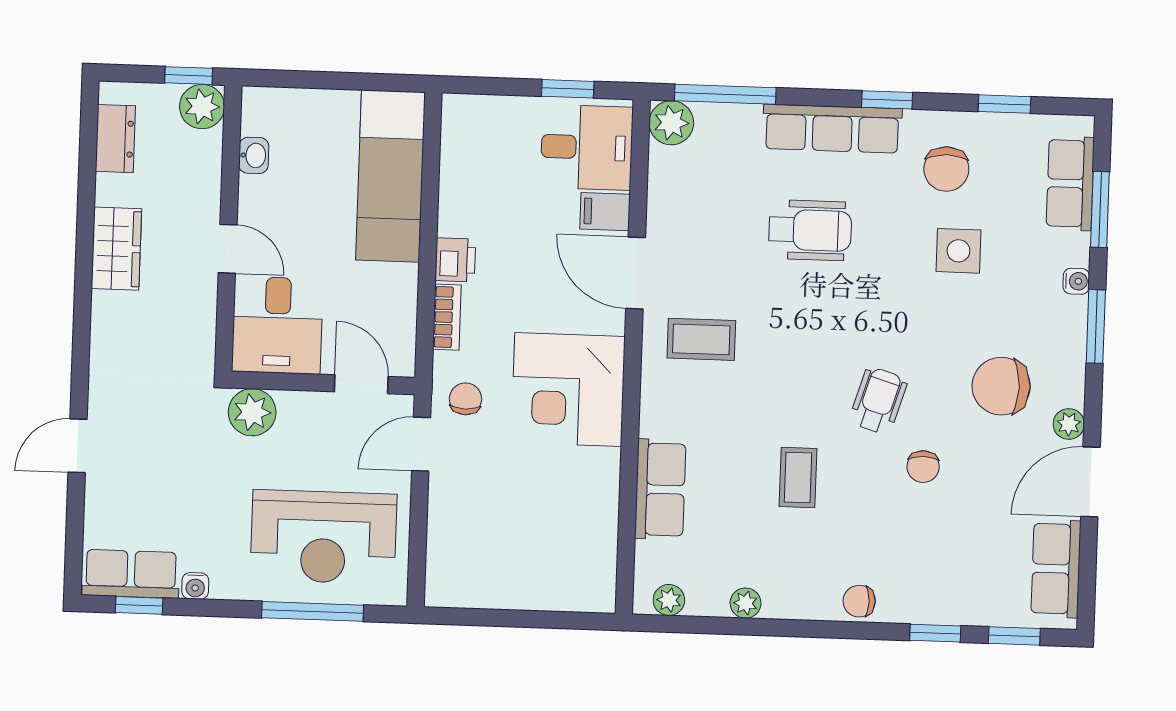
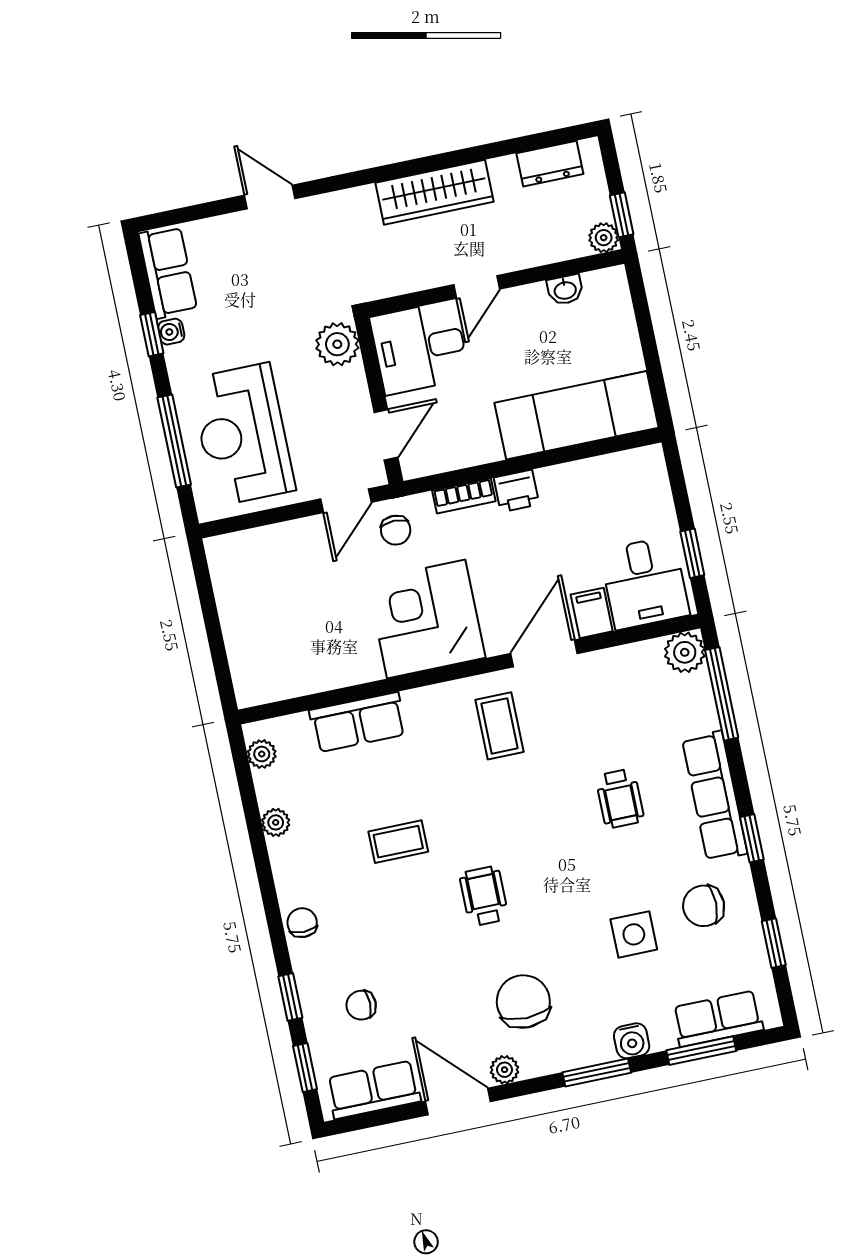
plant: (202, 107) -> (604, 238), width x0.73, depth x0.73
wheelchair: (810, 230) -> (620, 798), width x0.73, depth x0.73
wardrobe: (116, 249) -> (434, 192), width x1.50
water cooler: (1076, 281) -> (632, 1041), width x1.38, depth x1.38
chair: (465, 399) -> (396, 530), turned 89
wheelchair: (878, 401) -> (484, 896), turned -107
door: (421, 444) -> (346, 501), swing flipped
chair: (923, 467) -> (361, 1005), moved
window: (139, 605) -> (152, 334), moved

